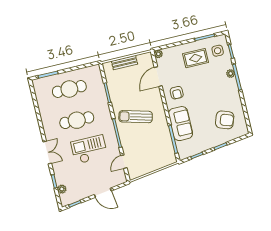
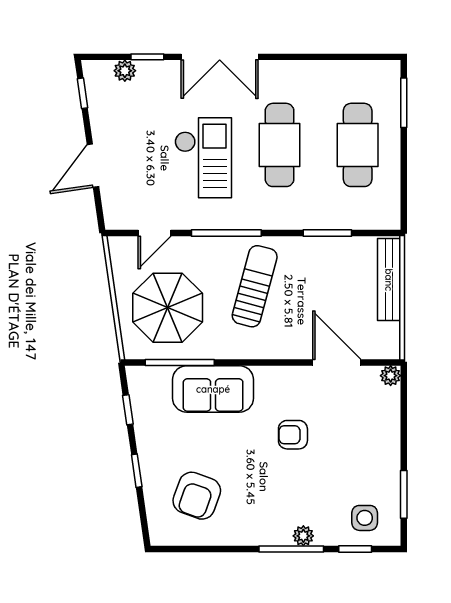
rug: (196, 58) -> (360, 462), removed
bench: (124, 63) -> (389, 280), width x1.36
armchair: (177, 93) -> (293, 435), moved
parasol: (152, 149) -> (168, 308), added
double door: (47, 153) -> (220, 57), width x1.37
door: (124, 162) -> (155, 233), swing flipped

